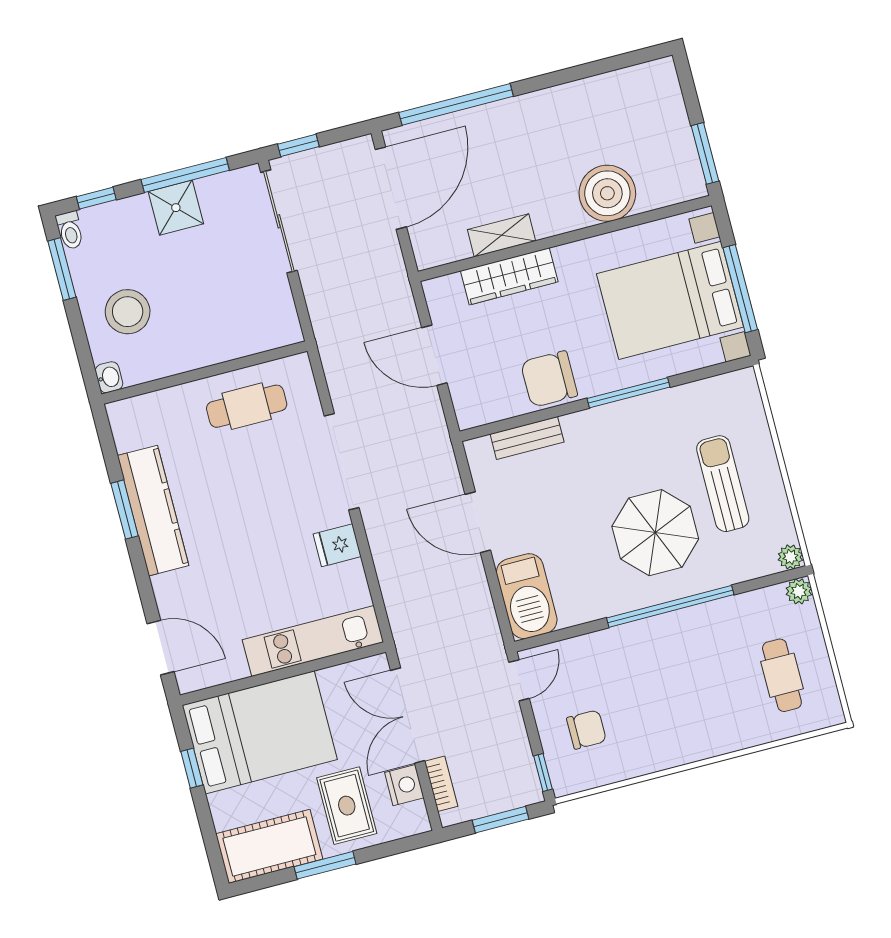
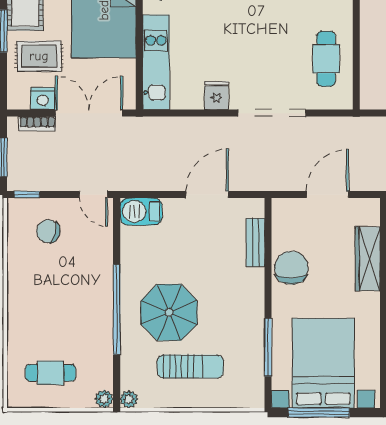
window: (628, 393) -> (268, 347), moved
barbecue: (527, 596) -> (141, 211), width x0.73, depth x0.83
chair: (586, 730) -> (48, 231), turned 107

